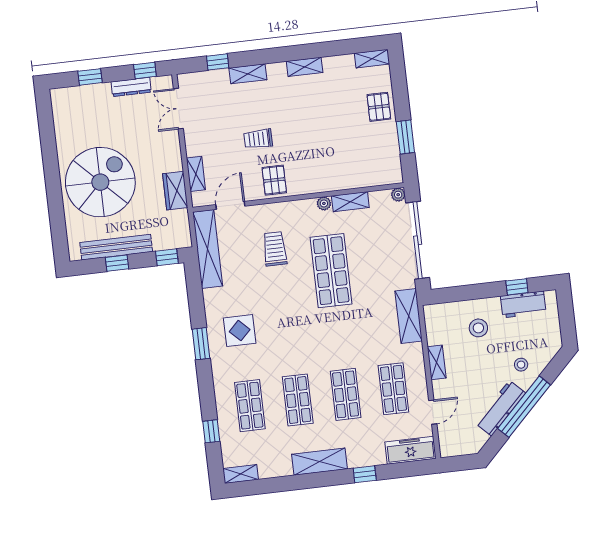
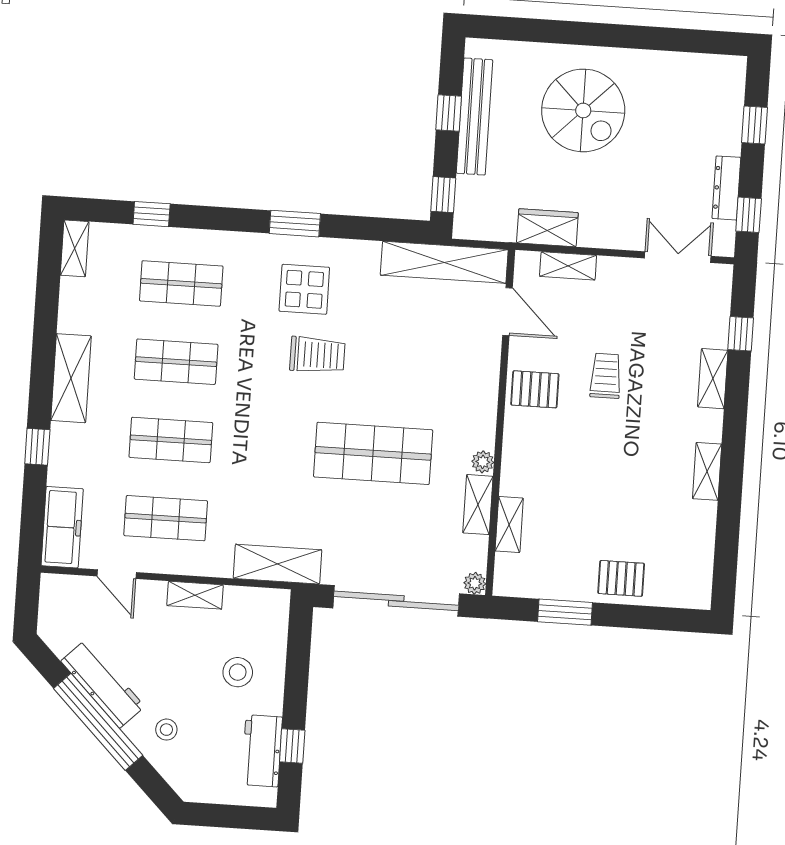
shelving: (372, 59) -> (509, 525), moved
spiral stairs: (100, 182) -> (583, 110), width x0.73, depth x0.73
trolley: (275, 249) -> (317, 355), moved

